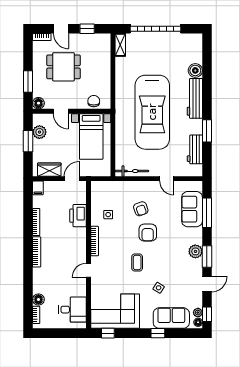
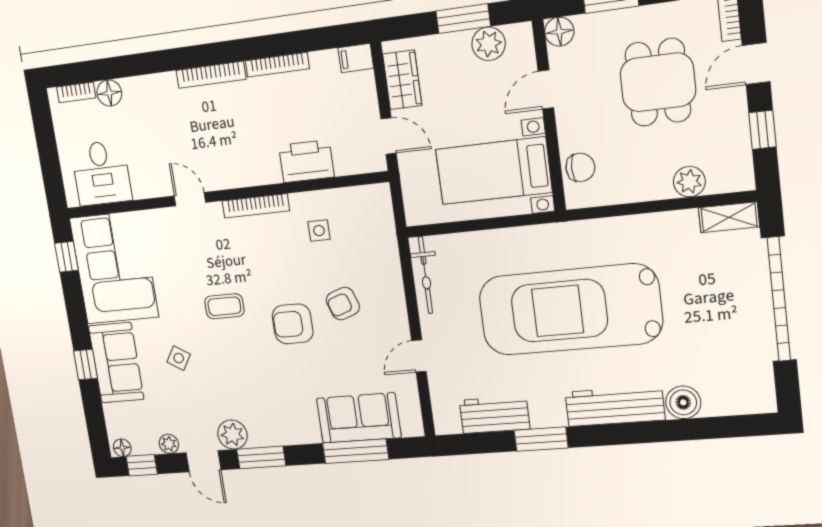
plant: (104, 59) -> (689, 182), added
plant: (195, 251) -> (232, 435), moved
plant: (198, 313) -> (169, 444), moved
sofa: (171, 318) -> (116, 363), moved

